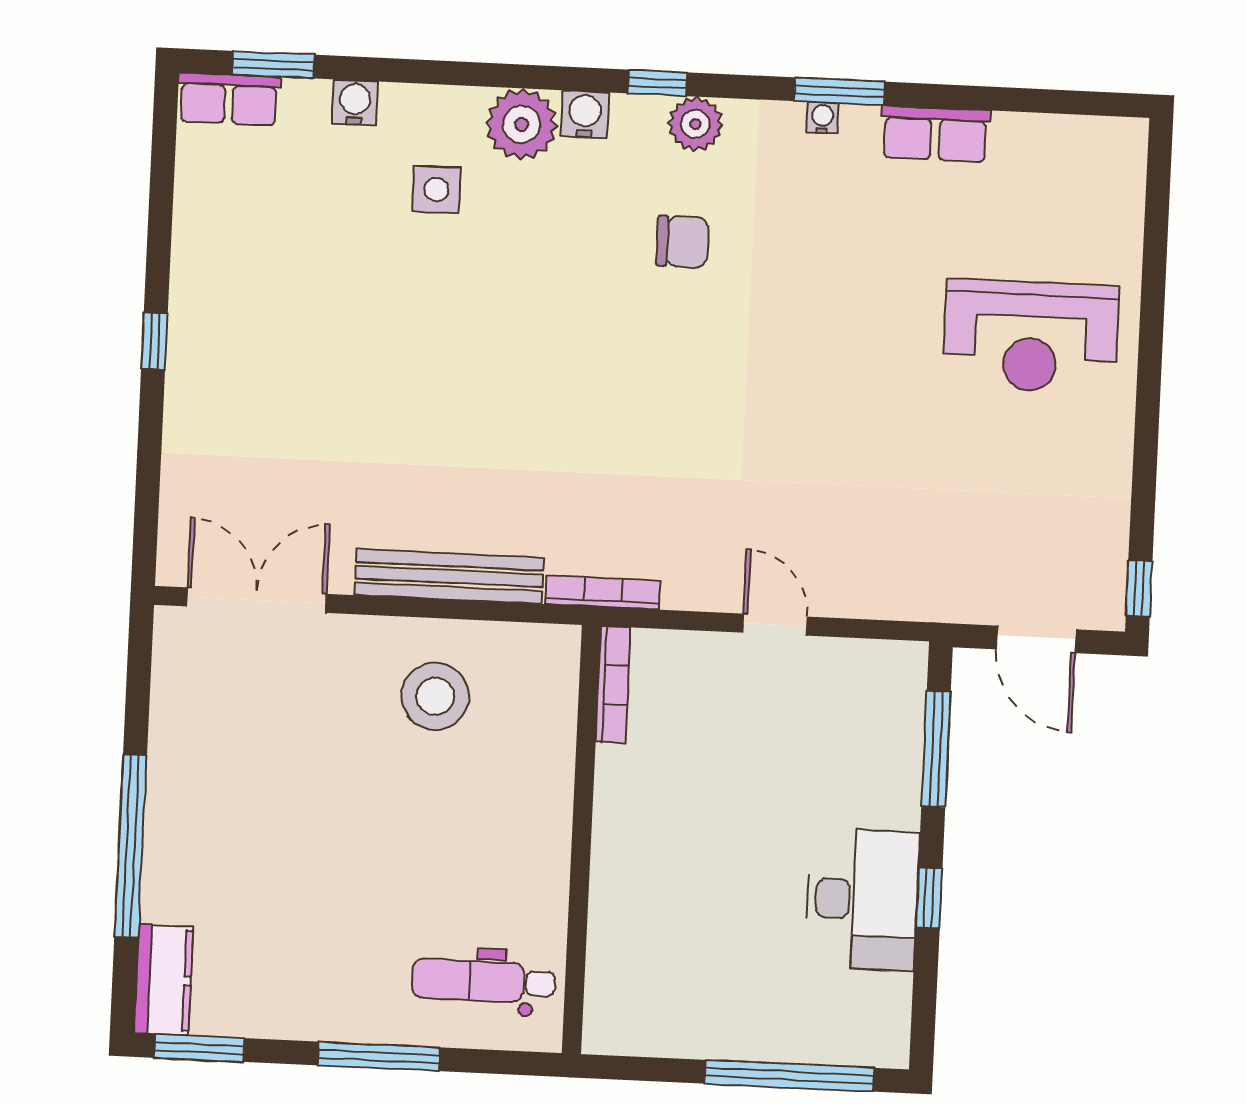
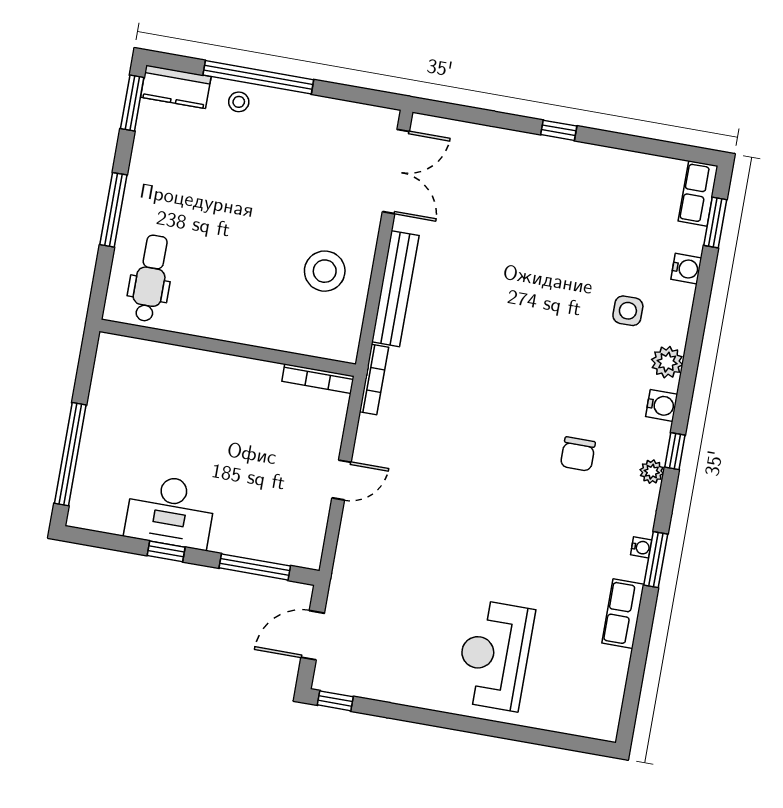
plant: (522, 124) -> (667, 362), width x0.73, depth x0.73
plant: (695, 124) -> (652, 472), width x0.73, depth x0.73
stool: (175, 873) -> (239, 102), added

